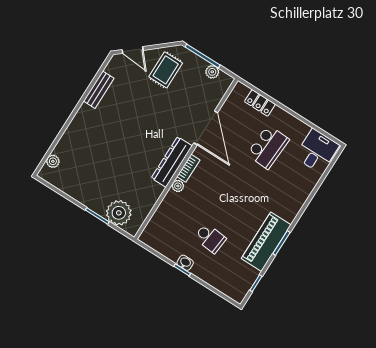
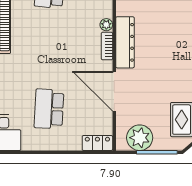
plant: (212, 72) -> (140, 138), width x1.87, depth x1.87
locker: (260, 103) -> (97, 143), moved

